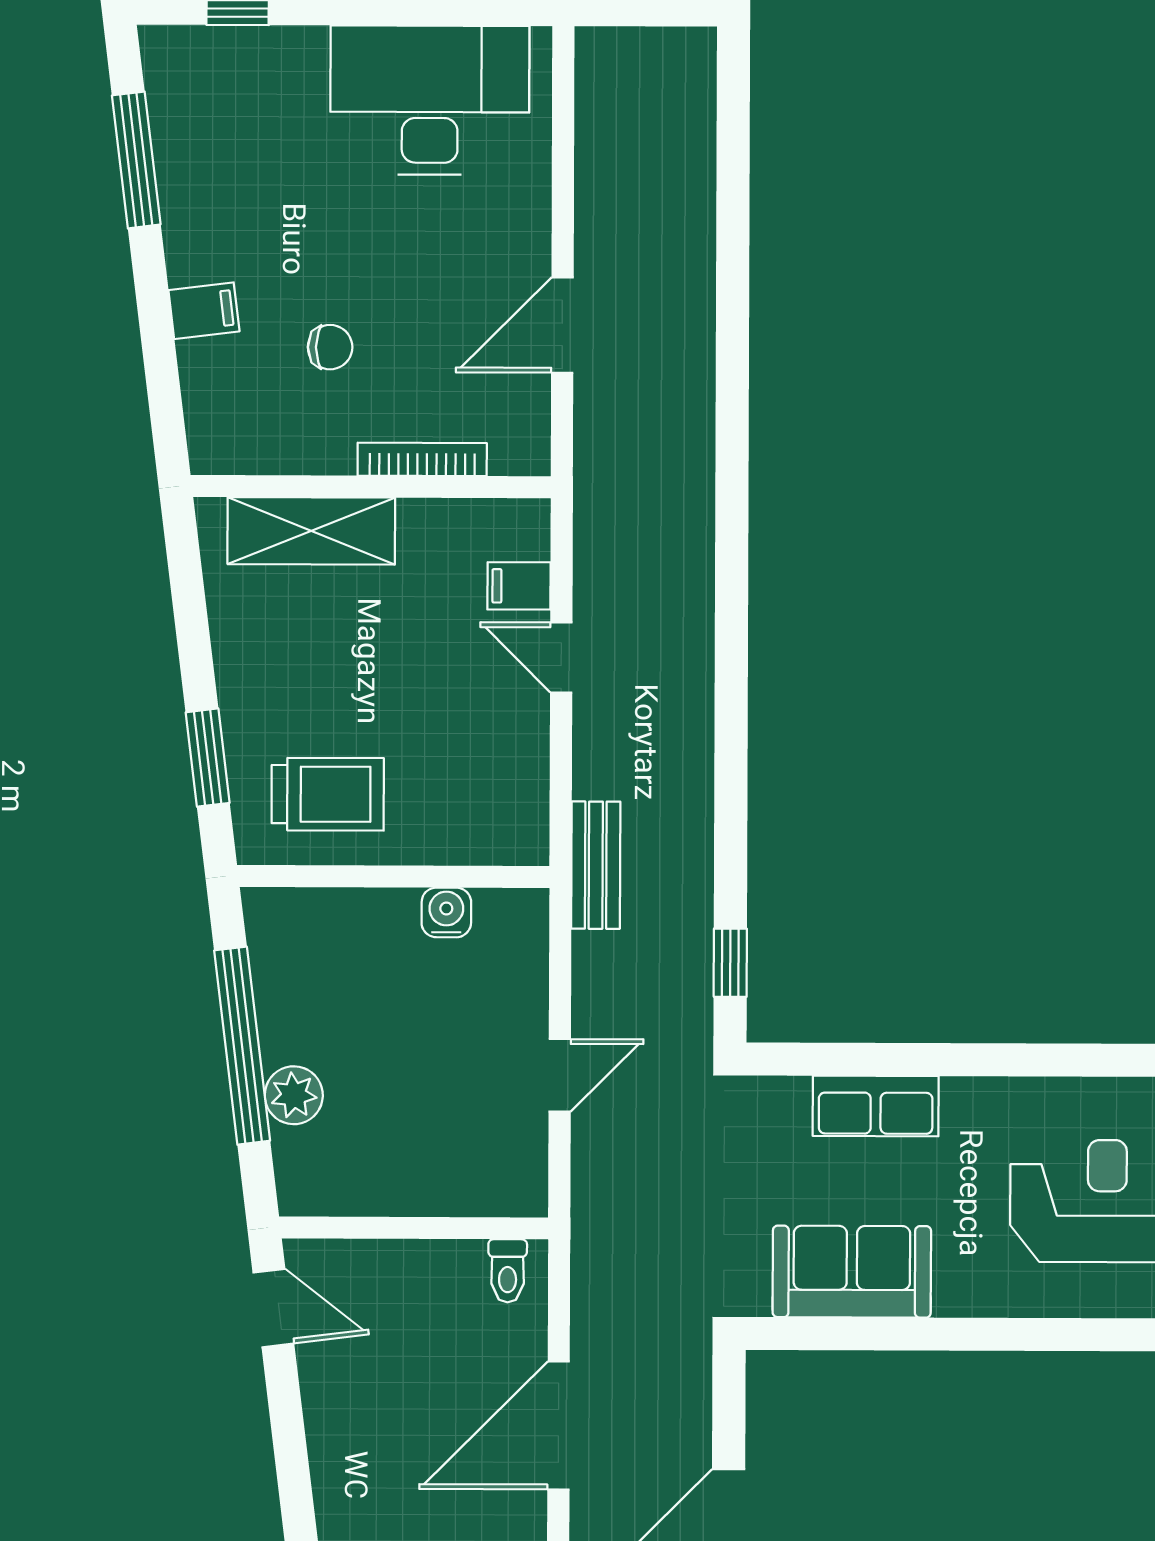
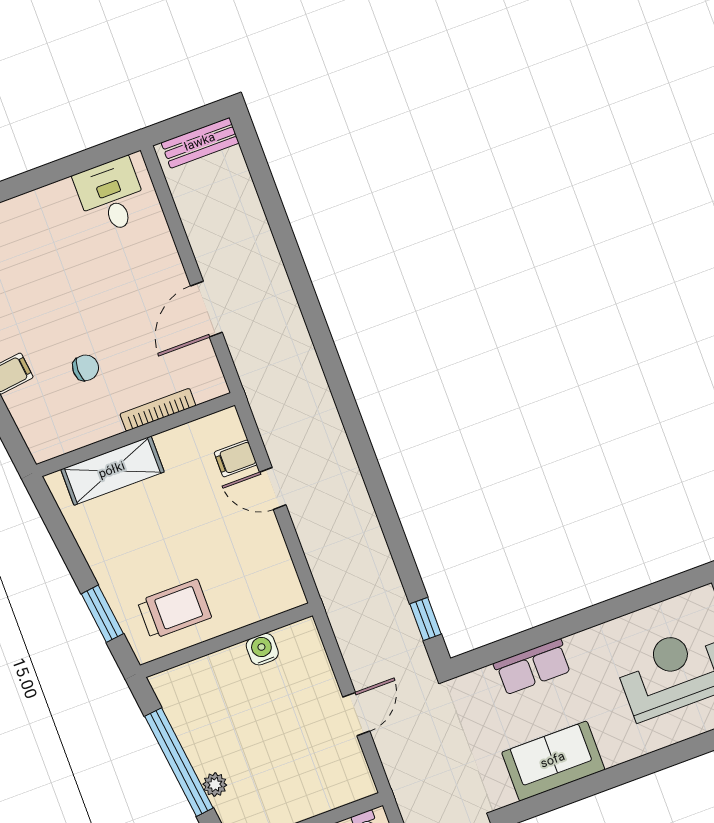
desk: (430, 100) -> (111, 196), width x0.53, depth x0.77
bench: (596, 865) -> (200, 143), moved, turned 90
plant: (294, 1095) -> (215, 785), width x0.73, depth x0.73

